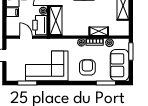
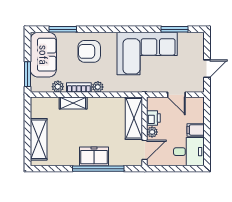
printer: (40, 25) -> (153, 118), width x0.53, depth x0.68
armchair: (87, 67) -> (89, 51), turned 90

